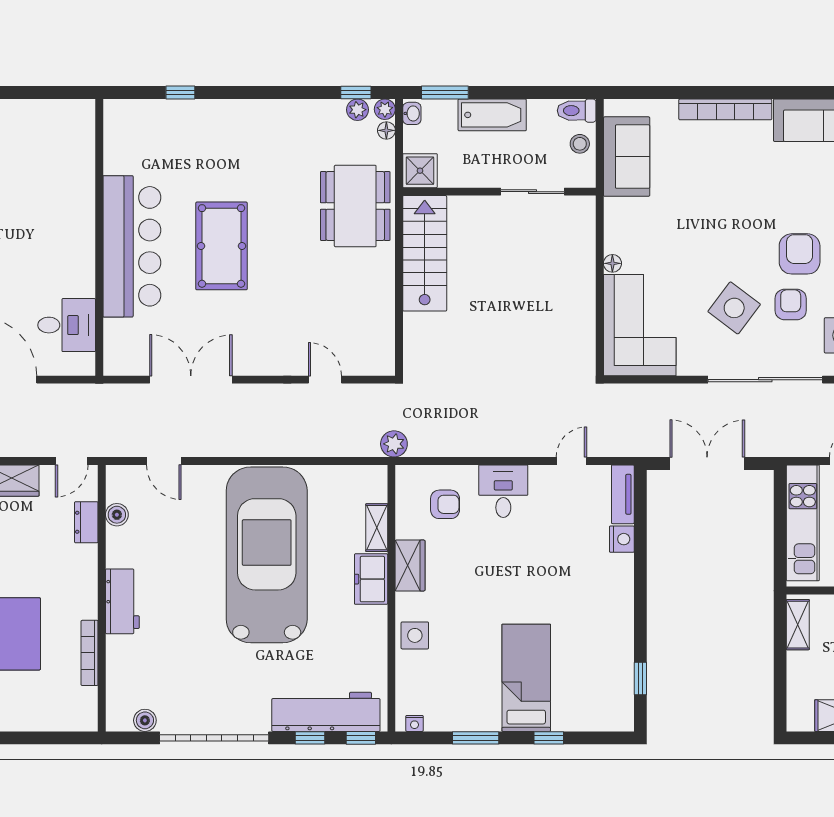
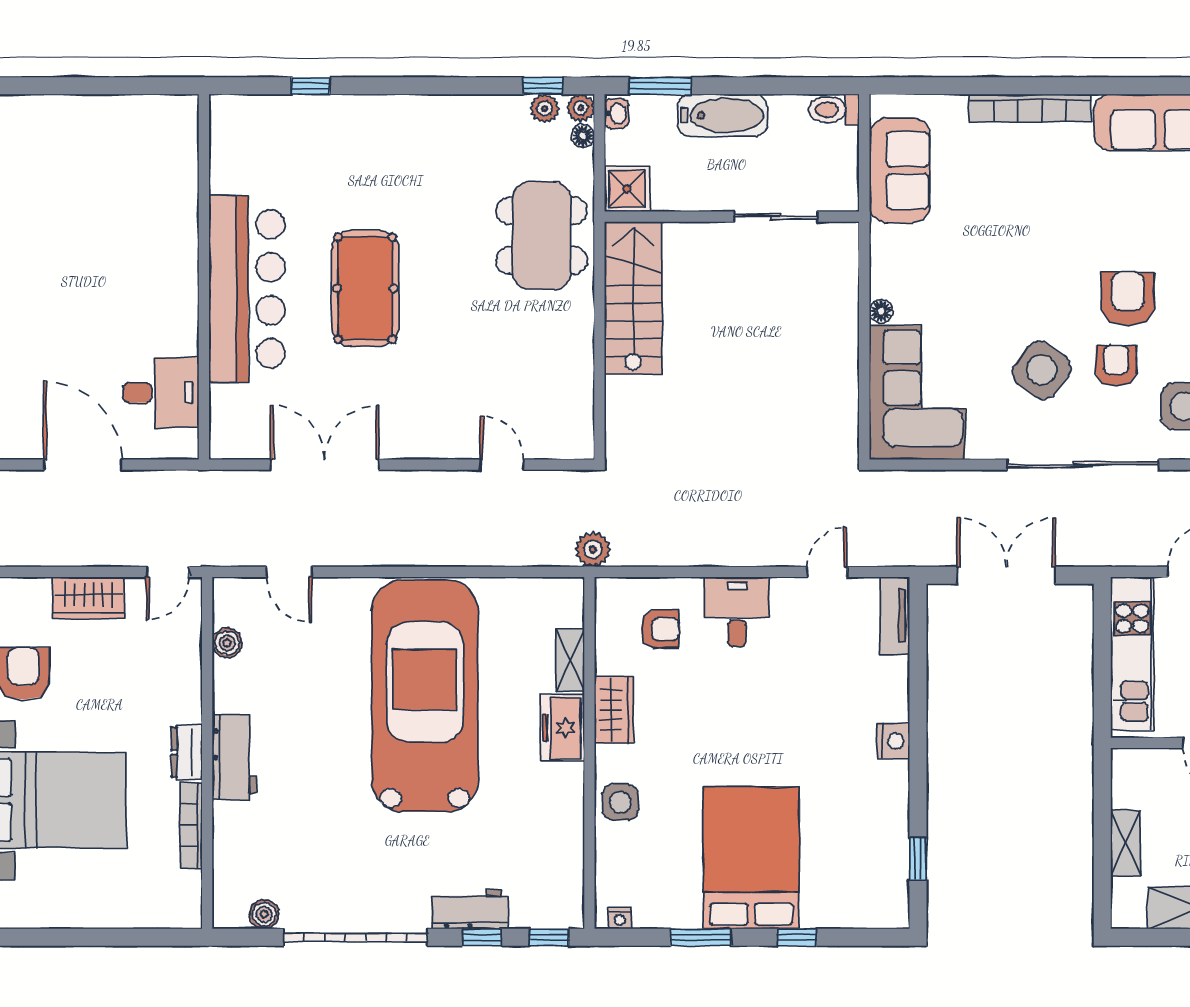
stool: (580, 144) -> (838, 153), removed
dresser: (86, 522) -> (187, 752), moved
nightstand: (622, 539) -> (893, 741), moved
shelving: (798, 625) -> (1126, 843), moved
bed: (526, 678) -> (751, 858), width x1.50
workbench: (326, 712) -> (470, 909), width x0.53, depth x0.76

